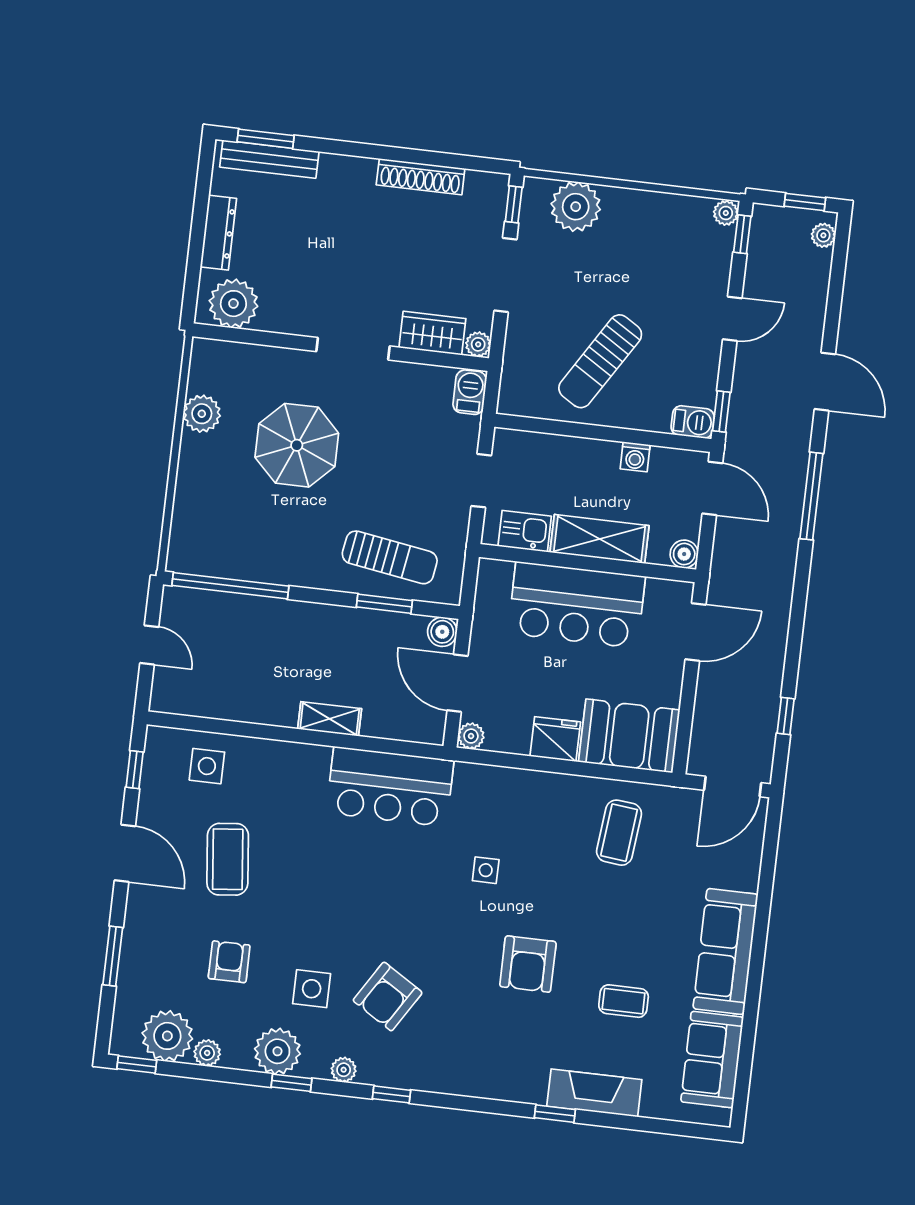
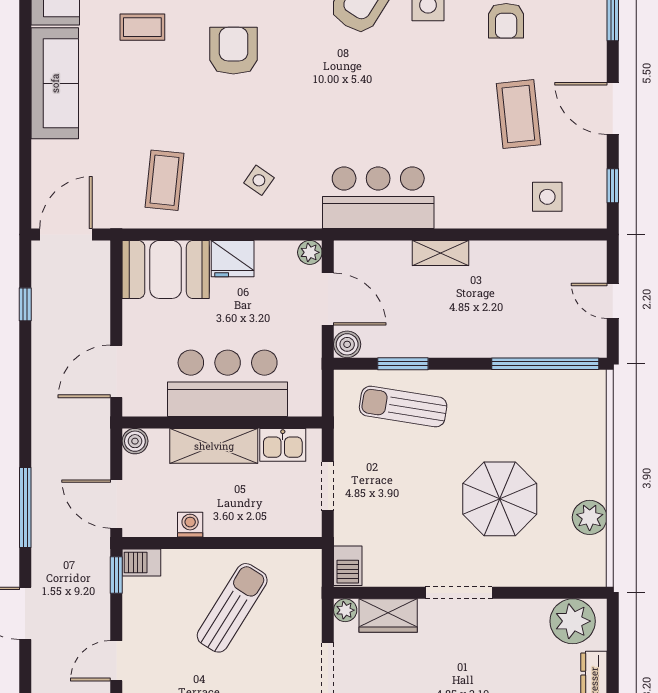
side table: (486, 870) -> (259, 180), moved, turned 35

